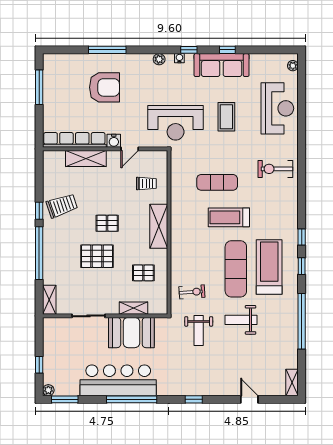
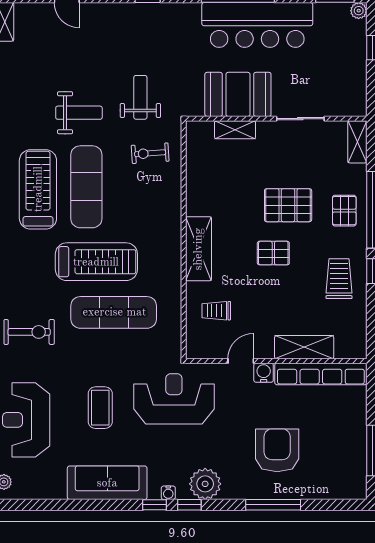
window: (227, 50) -> (189, 505), moved
plant: (159, 59) -> (205, 484), width x1.87, depth x1.87
armchair: (105, 87) -> (277, 450), turned 90
exercise mat: (217, 182) -> (114, 312), width x1.36, depth x1.45
trolley: (62, 206) -> (339, 279), turned 109
treadmill: (229, 217) -> (96, 262), width x1.37, depth x1.38
treadmill: (269, 267) -> (38, 189), turned 180
pallet: (143, 273) -> (344, 211), moved, turned 90

